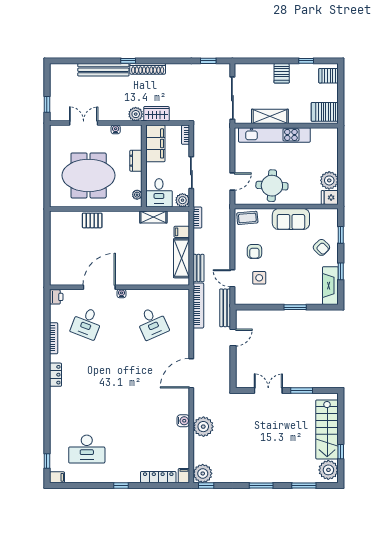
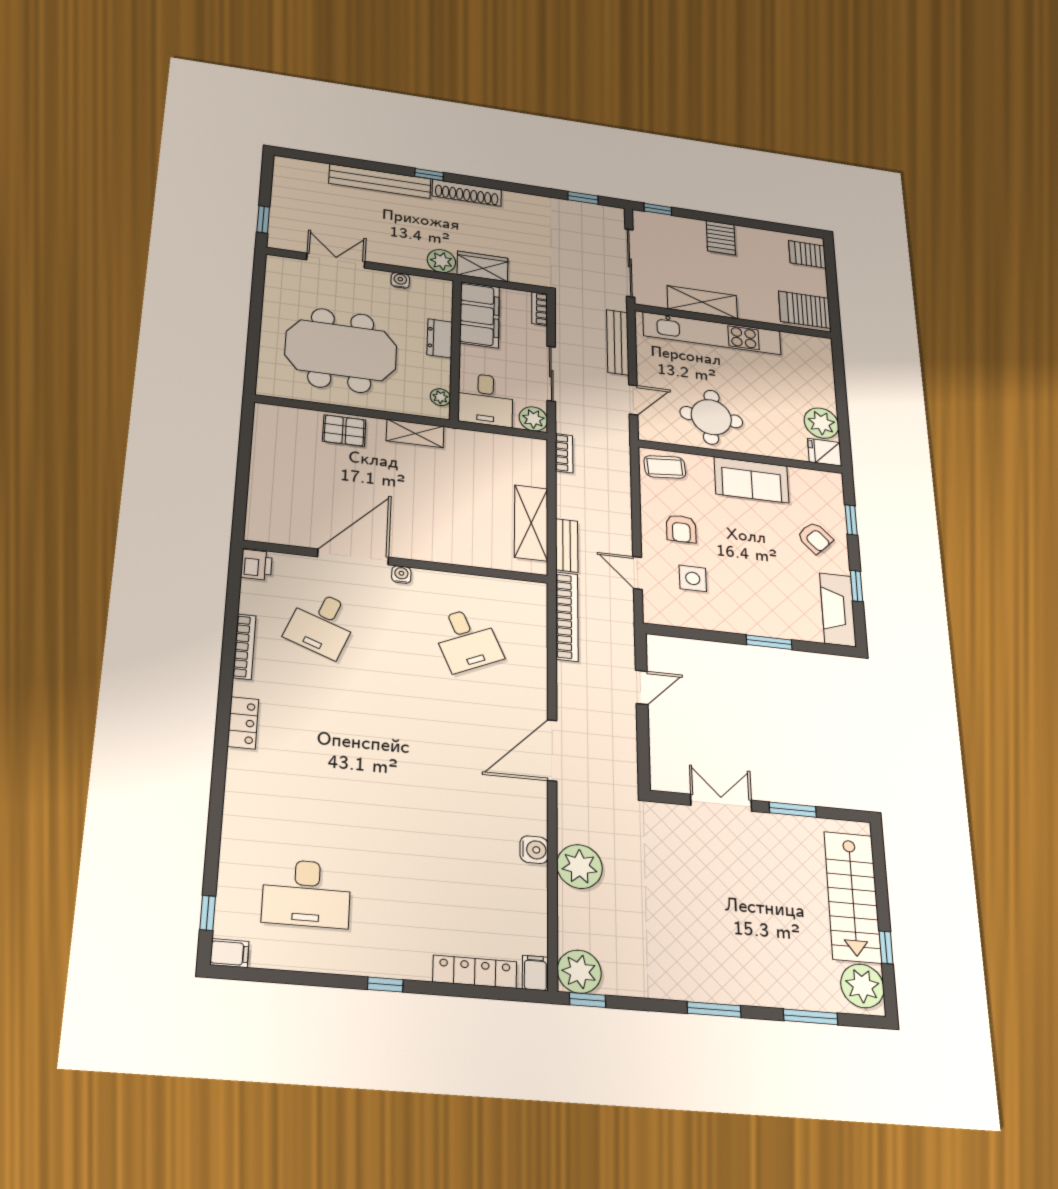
window: (306, 61) -> (658, 209), moved
shelving: (153, 217) -> (415, 433), moved
filing cabinet: (182, 232) -> (532, 475), removed
bench: (225, 308) -> (618, 342), moved

